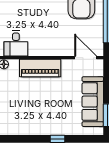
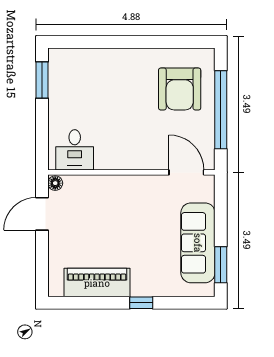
piano: (40, 68) -> (97, 283), moved, turned 180

